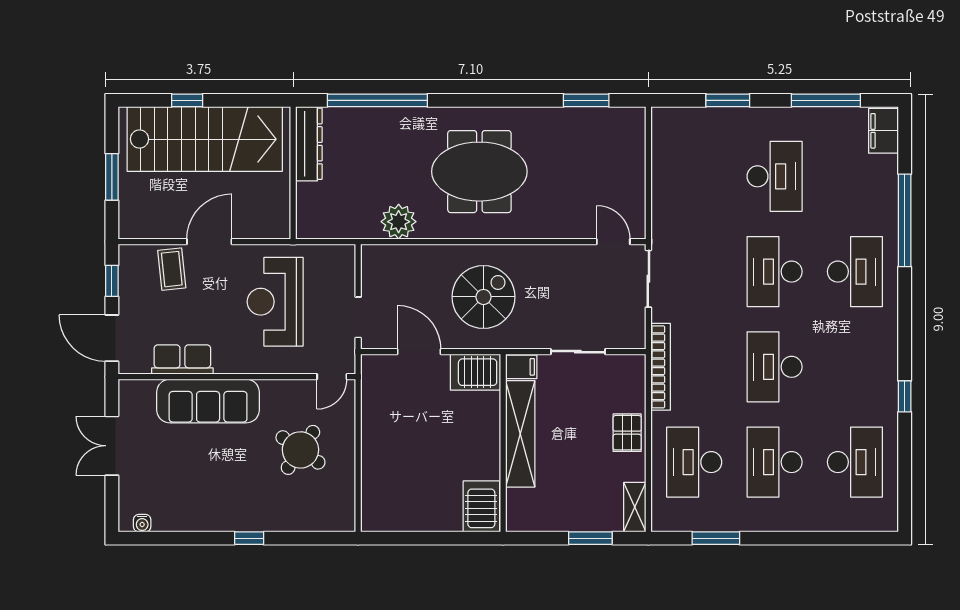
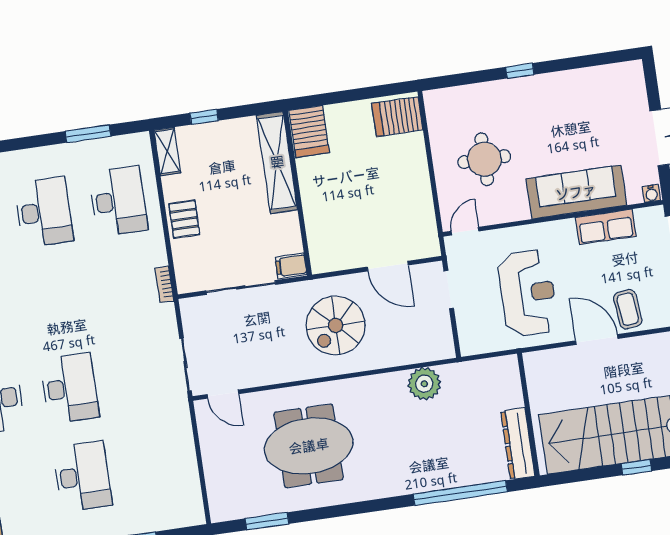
meeting table: (479, 172) -> (309, 446), moved
desk: (775, 176) -> (82, 476), turned 180
door: (209, 242) -> (597, 340), swing flipped
sliding door: (578, 352) -> (241, 288), width x1.37
bookcase: (661, 367) -> (164, 284), width x0.43, depth x0.76
desk: (775, 367) -> (57, 300), removed
server rack: (476, 372) -> (397, 117), moved, turned 180
shelving: (520, 434) -> (277, 162), moved
round table: (300, 450) -> (484, 159), turned -35
water cooler: (142, 523) -> (651, 193), moved, turned 180
window: (590, 538) -> (204, 117), width x0.67

